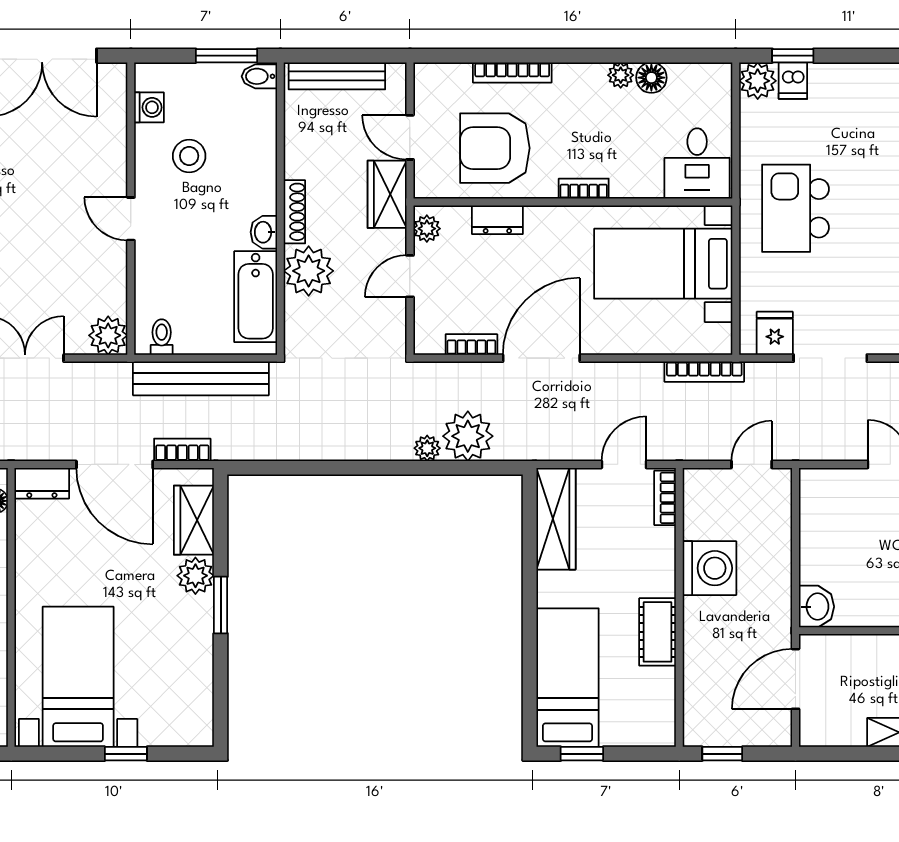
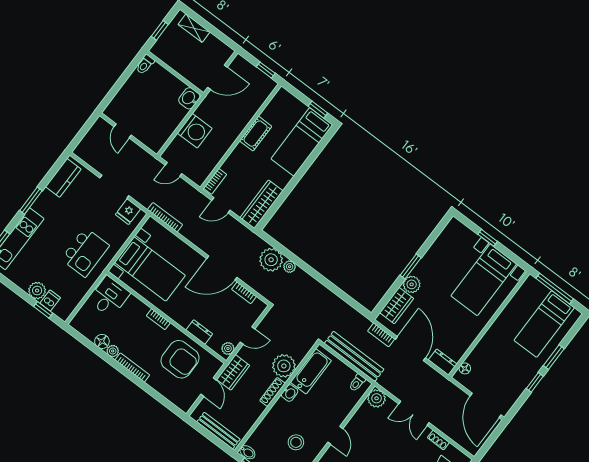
bookcase: (512, 72) -> (132, 367), moved
plant: (758, 81) -> (37, 291), moved
washing machine: (709, 568) -> (195, 131), moved, turned 180

